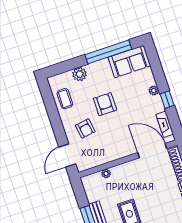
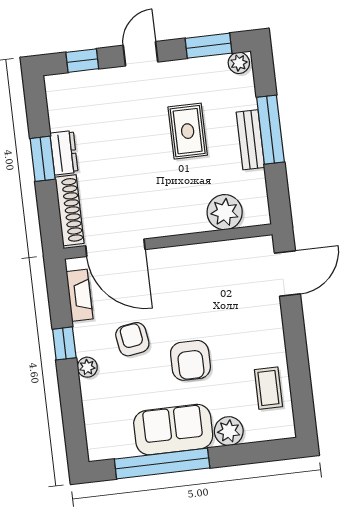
sofa: (129, 62) -> (173, 430), moved
armchair: (85, 129) -> (132, 339), moved
plant: (106, 174) -> (225, 212), width x1.88, depth x1.88

